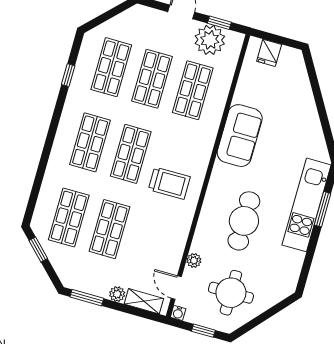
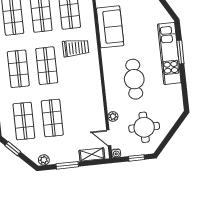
trolley: (169, 183) -> (76, 48), moved
plant: (117, 294) -> (44, 160), moved
window: (87, 298) -> (67, 165), moved

